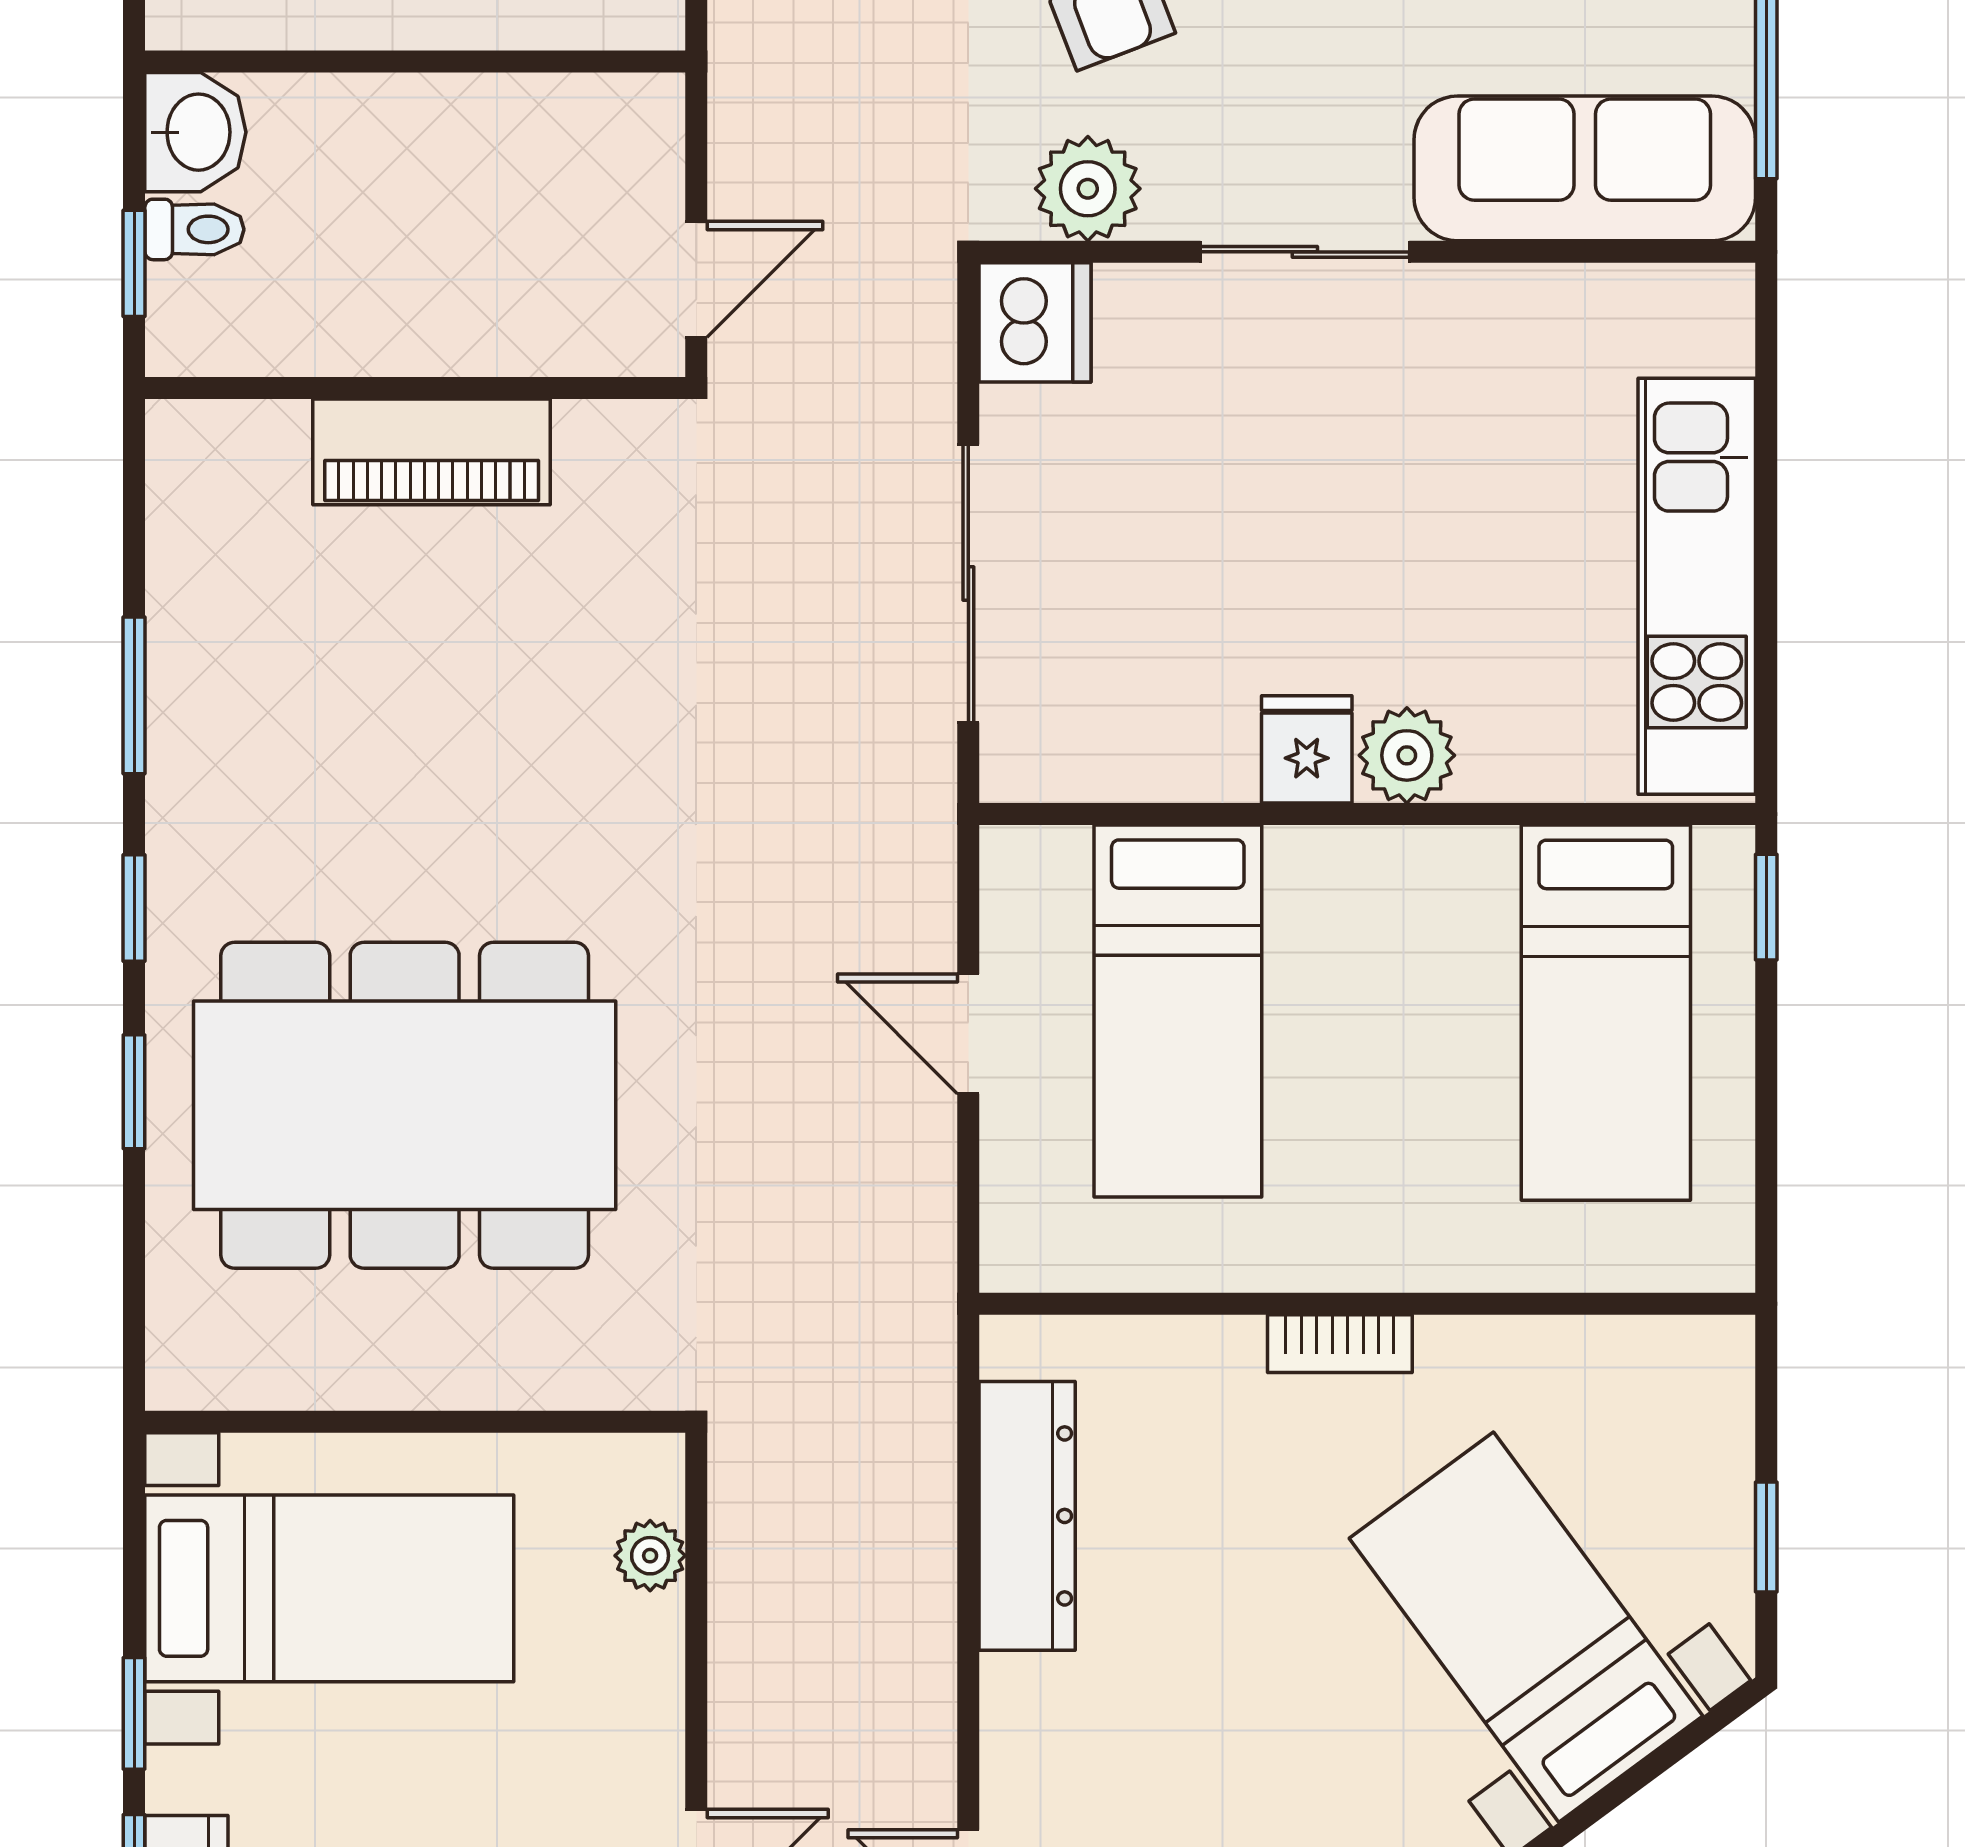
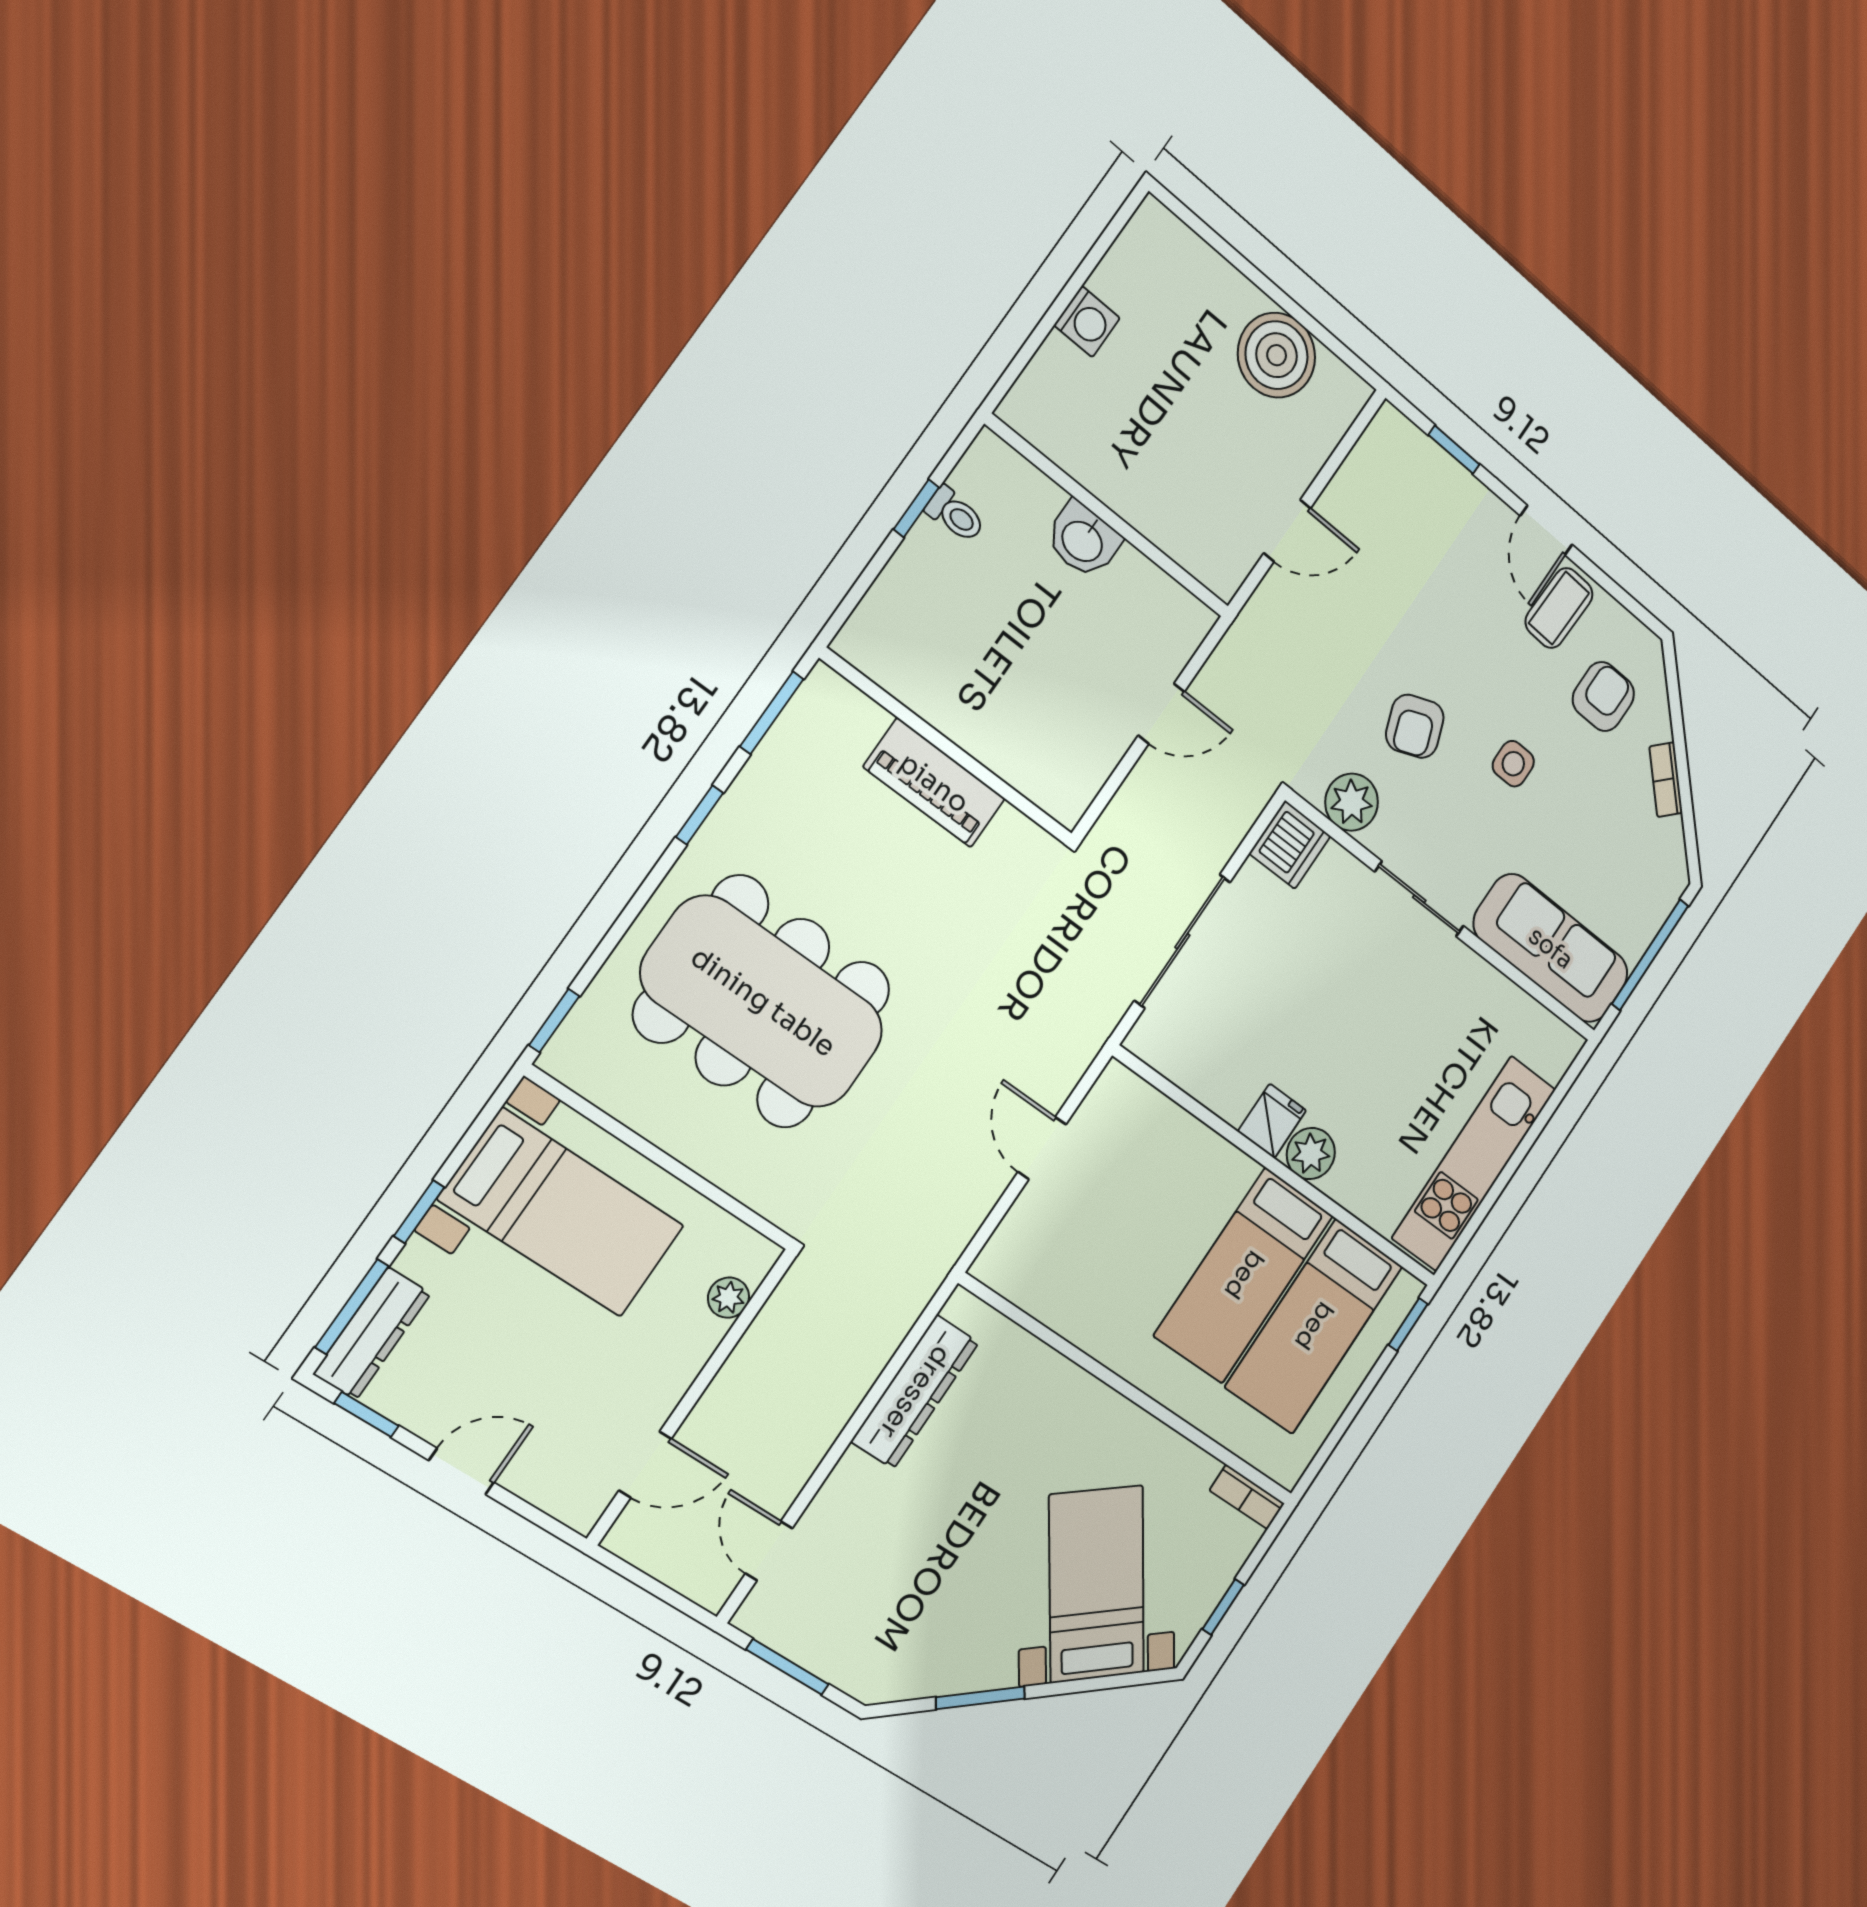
washbasin: (195, 132) -> (1083, 540), moved, turned 90
wall: (415, 388) -> (948, 747), moved
piano: (432, 452) -> (934, 783), moved
bed: (1178, 1011) -> (1244, 1275), moved
window: (134, 1092) -> (554, 1021), moved
bookcase: (1340, 1344) -> (1247, 1497), moved

